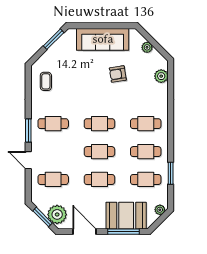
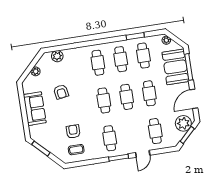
sofa: (103, 39) -> (35, 109), width x0.73
armchair: (68, 81) -> (73, 131), added

